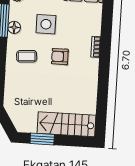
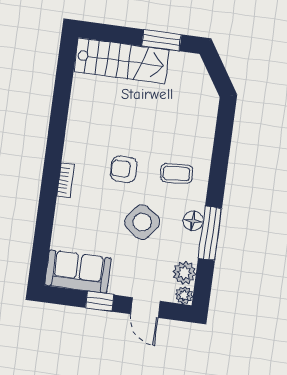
side table: (46, 24) -> (142, 222), turned 36
armchair: (60, 57) -> (124, 169), turned 180

